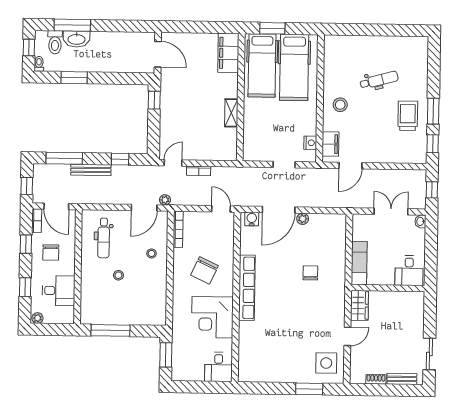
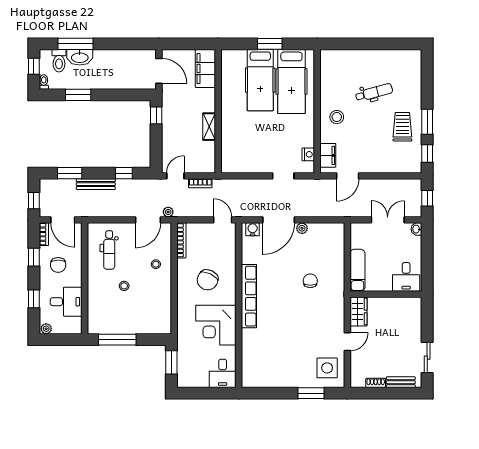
filing cabinet: (228, 53) -> (205, 69), moved
wall: (241, 97) -> (218, 111), moved
shelving: (231, 113) -> (209, 127), moved
window: (64, 158) -> (70, 173), width x0.69

